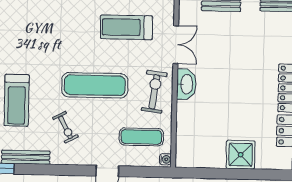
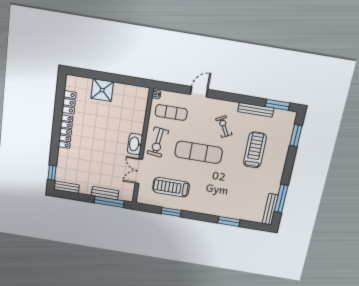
treadmill: (126, 27) -> (171, 187), turned 180

